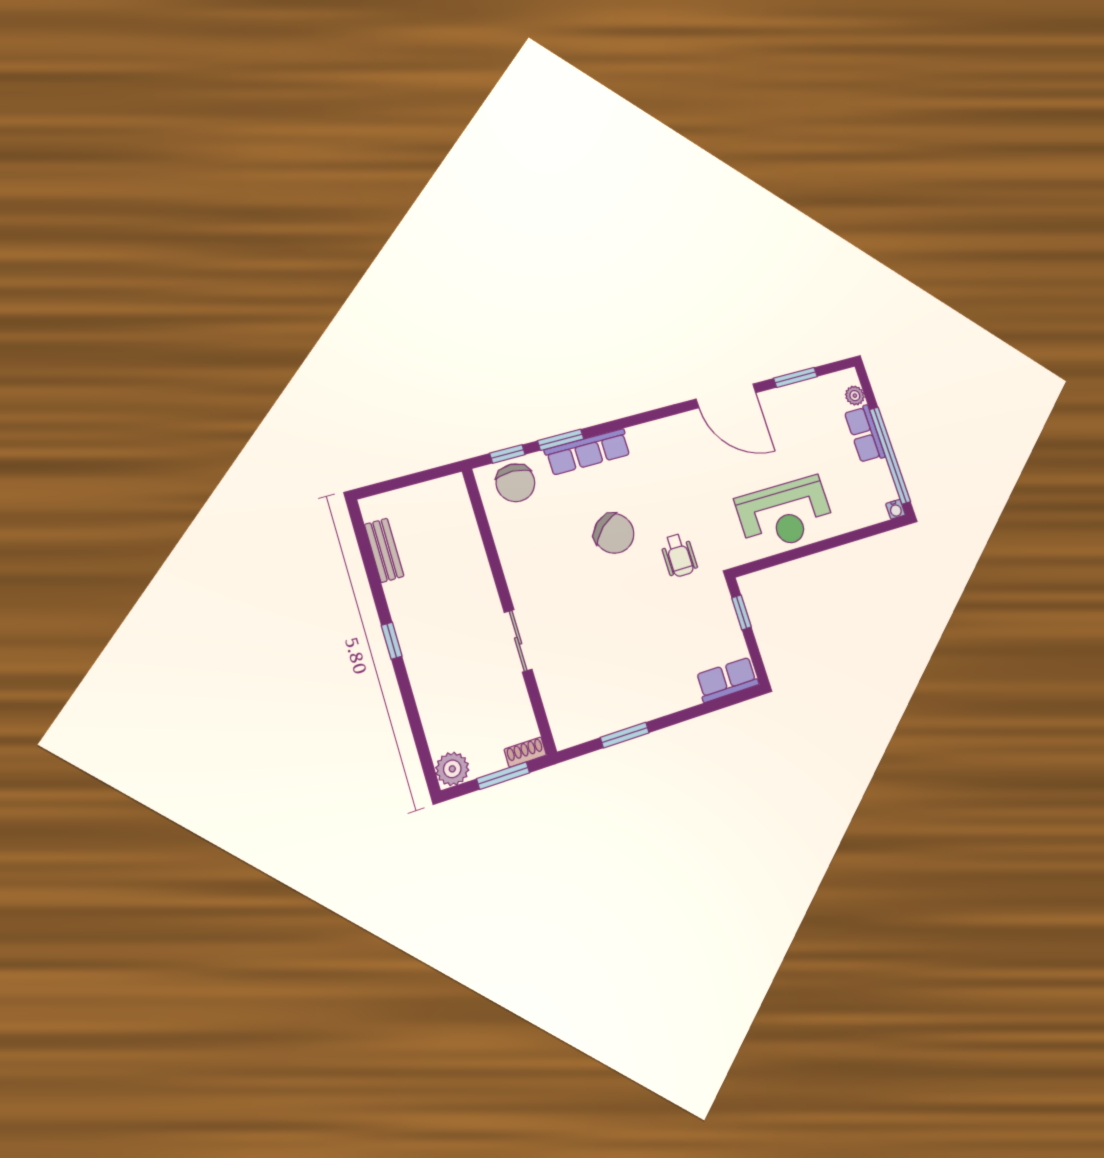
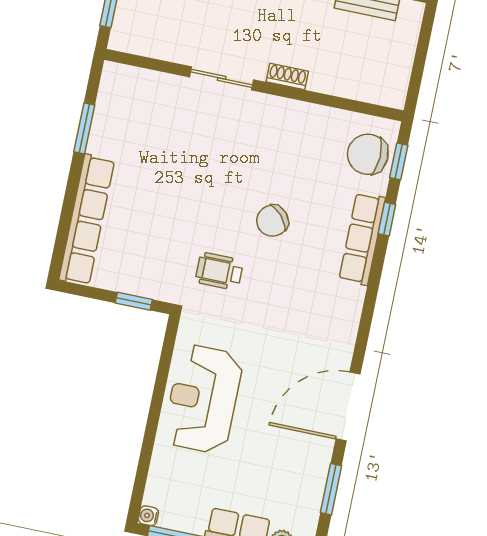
window: (561, 440) -> (387, 219), width x0.67
chair: (614, 533) -> (272, 221), width x0.73, depth x0.73
row of seats: (727, 680) -> (87, 220), width x2.02
shoe rack: (525, 752) -> (287, 76), moved, turned -90

